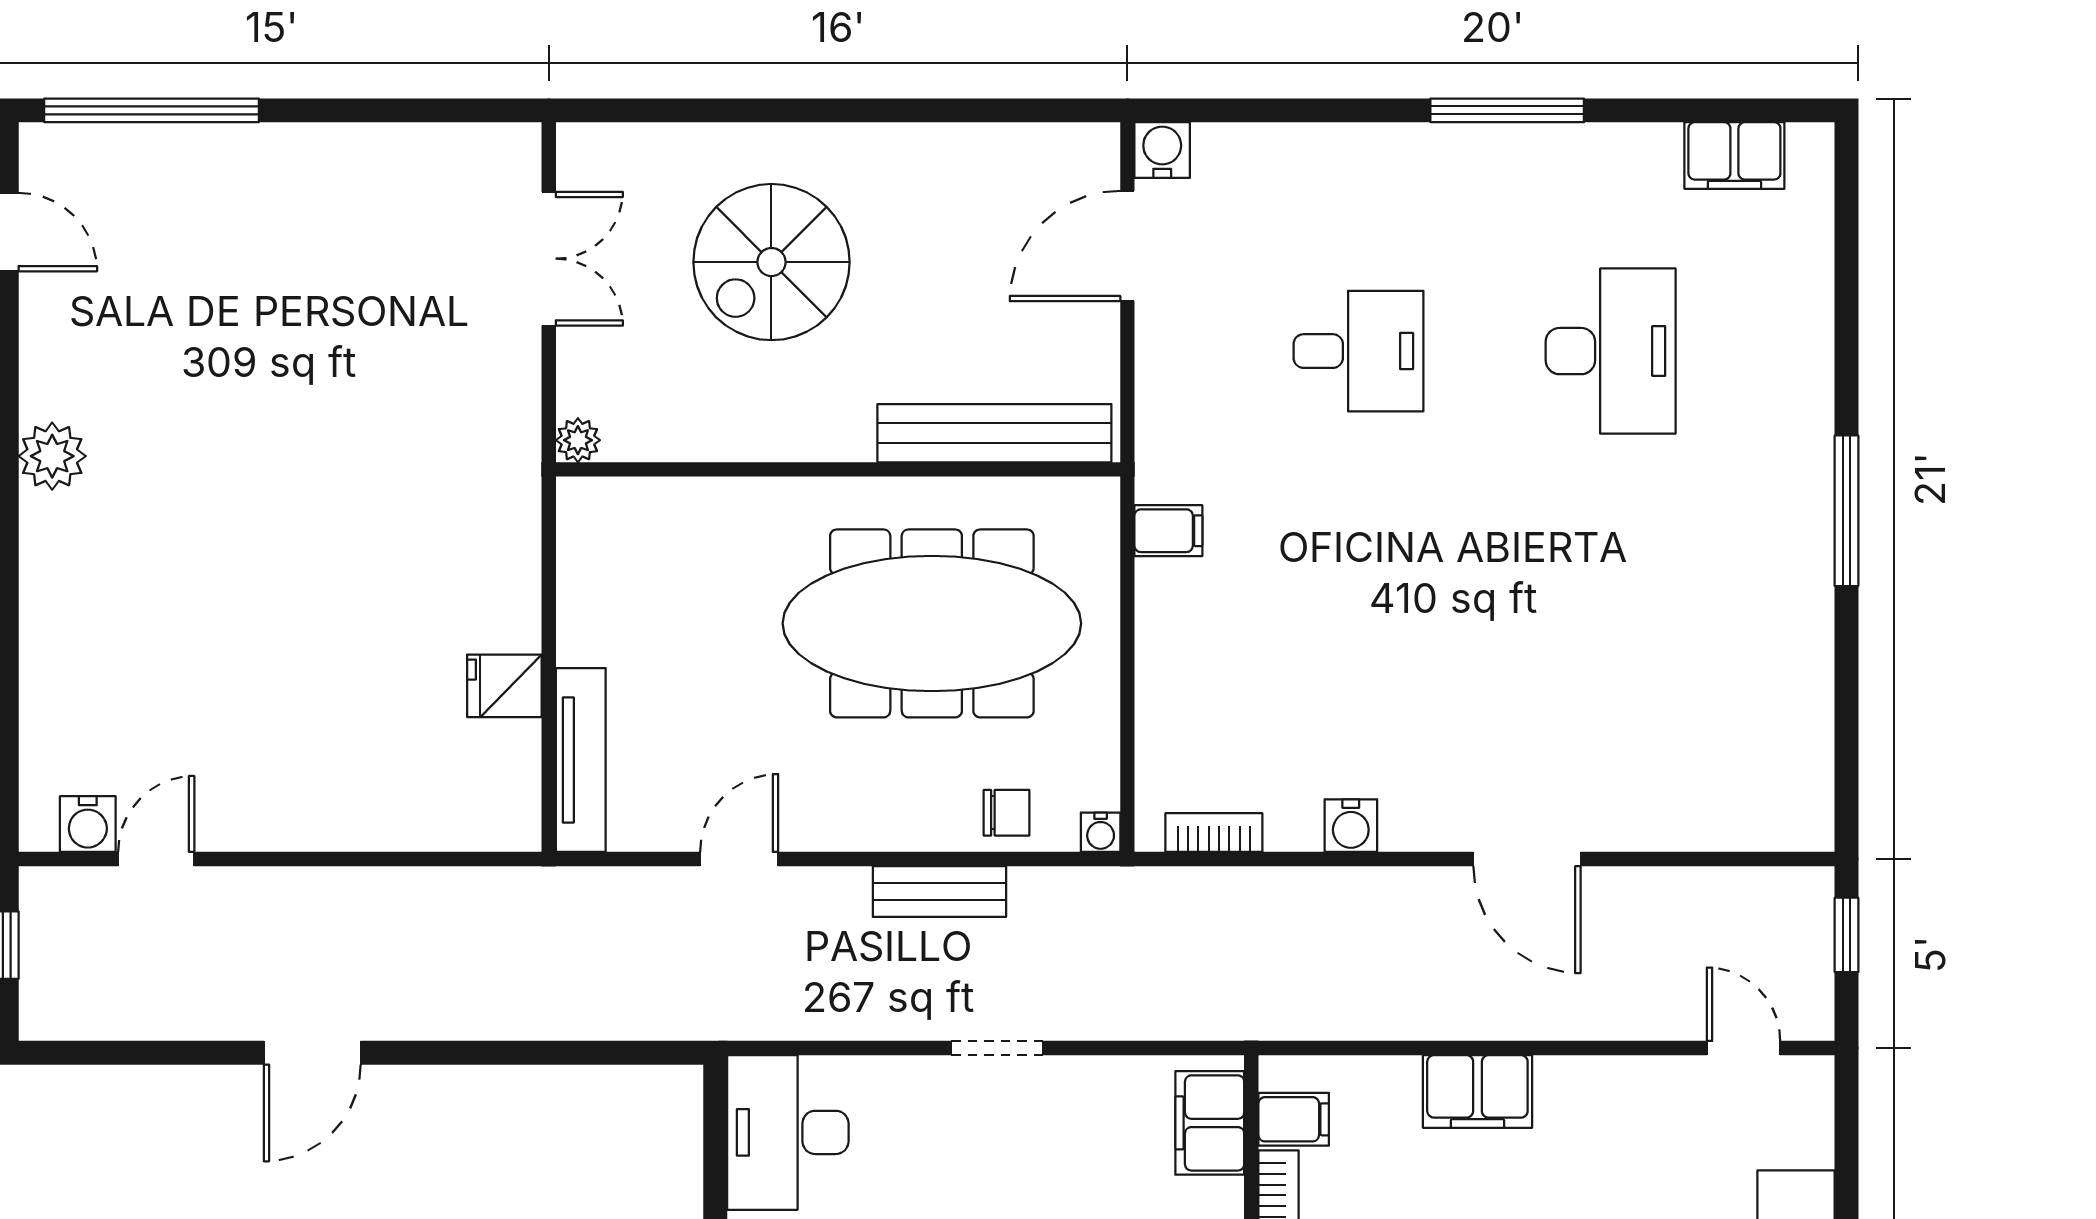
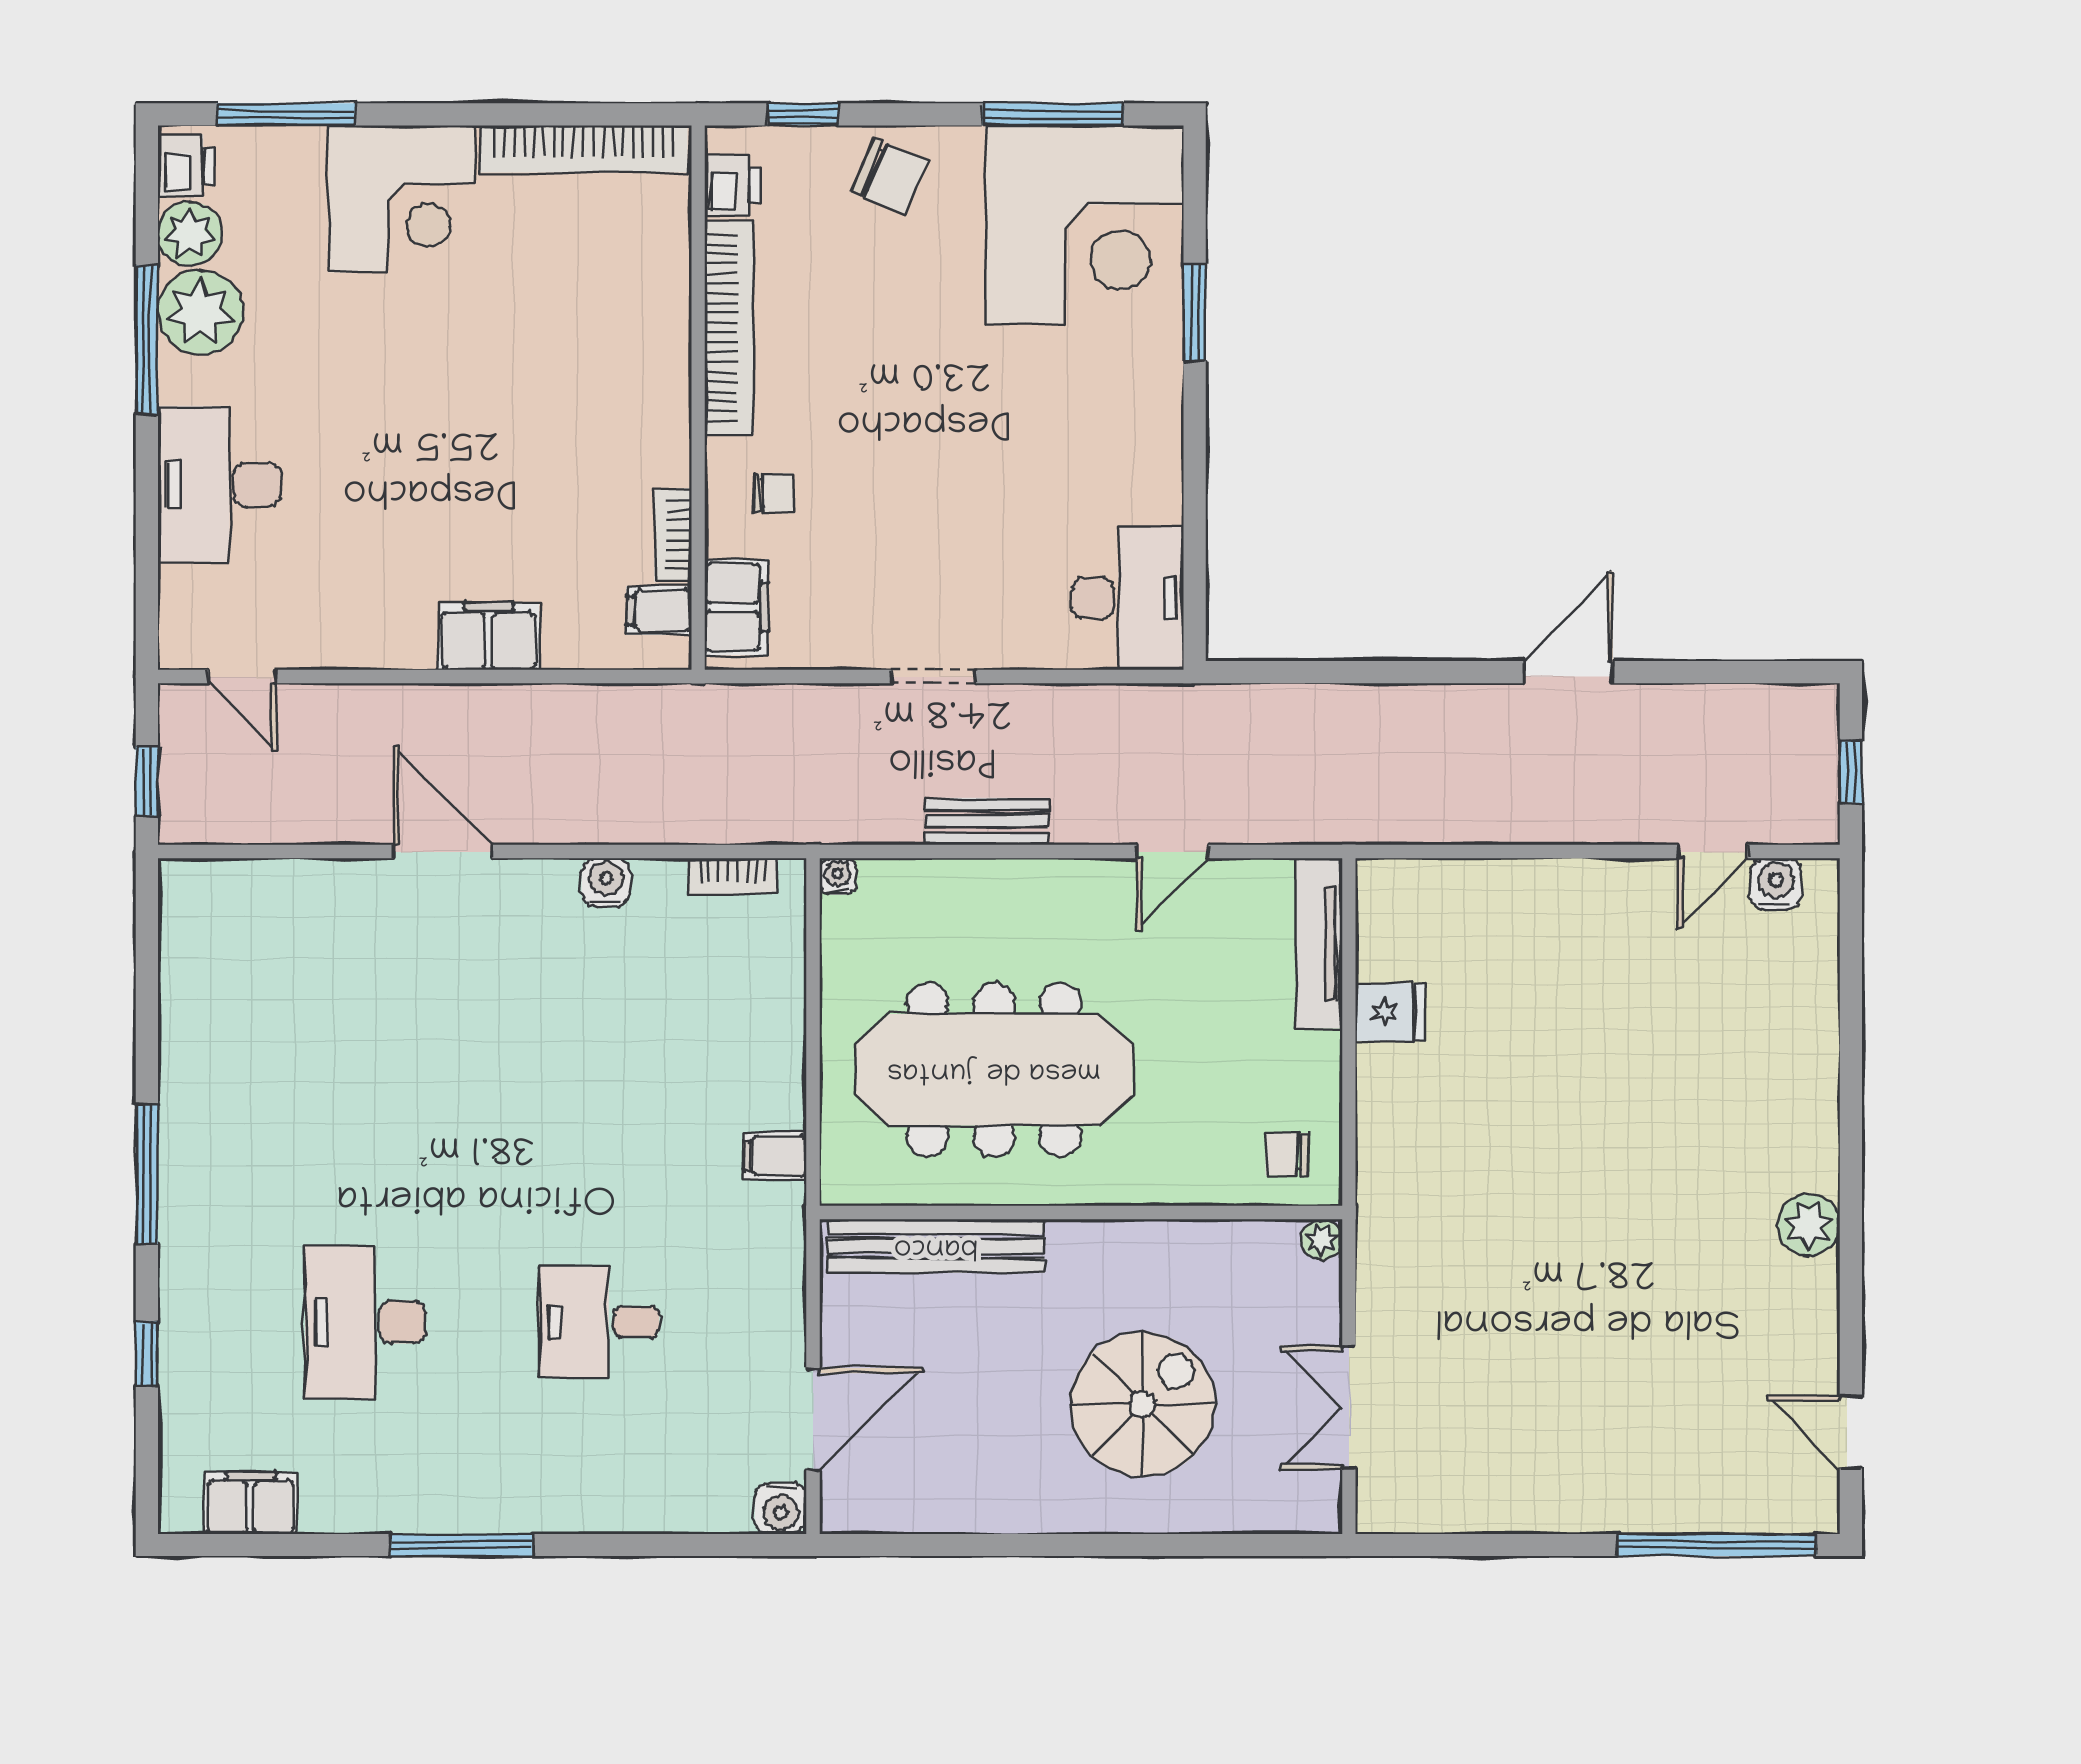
window: (1846, 317) -> (147, 1354), added
chair: (1007, 813) -> (1287, 1154), moved

